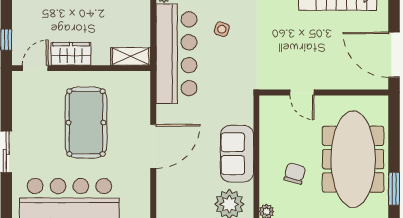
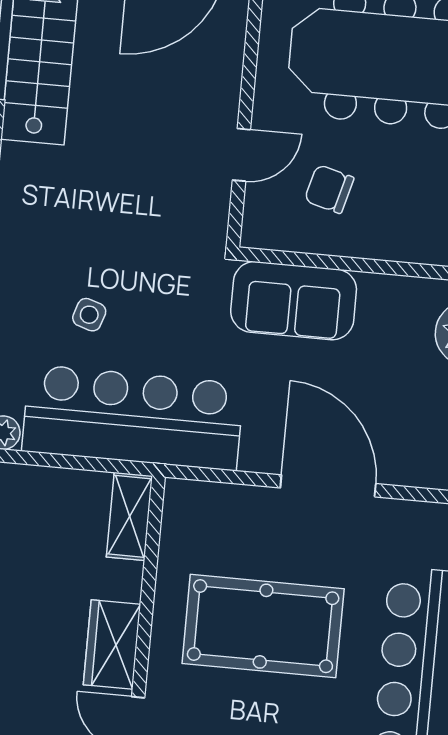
sofa: (237, 154) -> (294, 301), moved
chair: (295, 174) -> (329, 189), moved

